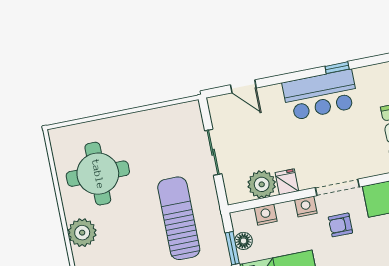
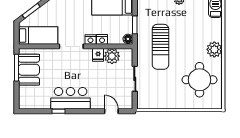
nightstand: (266, 215) -> (102, 39), moved
armchair: (340, 225) -> (74, 26), removed
floor lamp: (244, 241) -> (128, 39), moved

